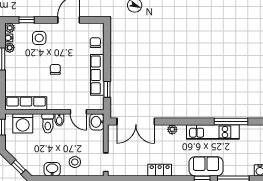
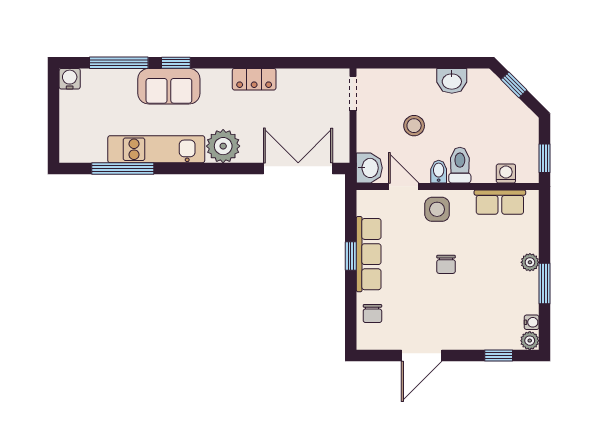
side table: (39, 38) -> (437, 209), moved
plant: (10, 48) -> (530, 262), moved
window: (107, 89) -> (351, 256), moved
row of seats: (26, 103) -> (500, 202), width x0.68
washing machine: (23, 123) -> (506, 174), width x0.53, depth x0.53
plant: (172, 129) -> (223, 146), width x1.87, depth x1.87
stool: (75, 162) -> (414, 126), moved

